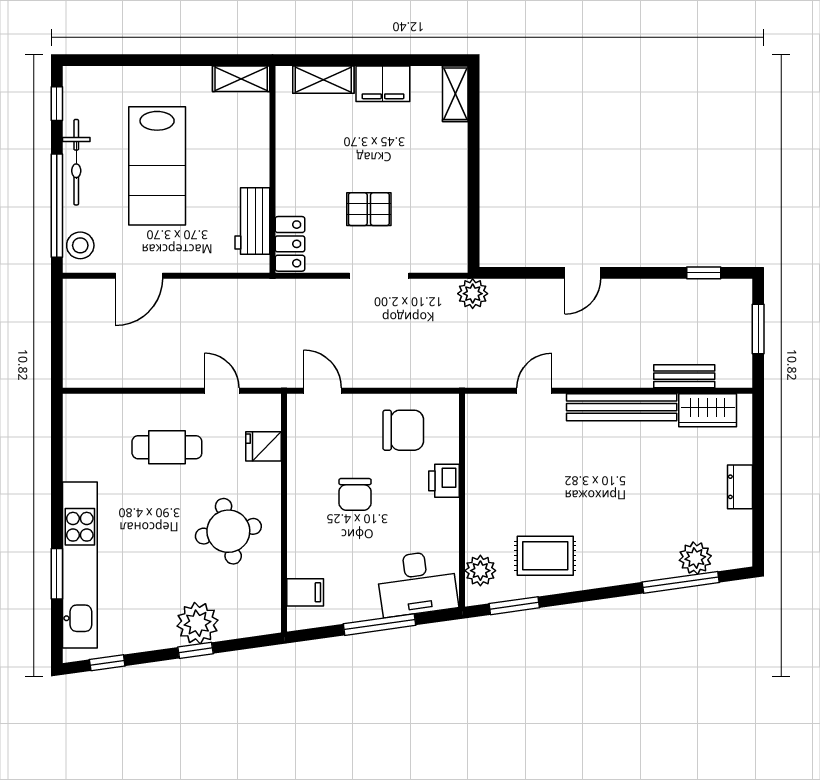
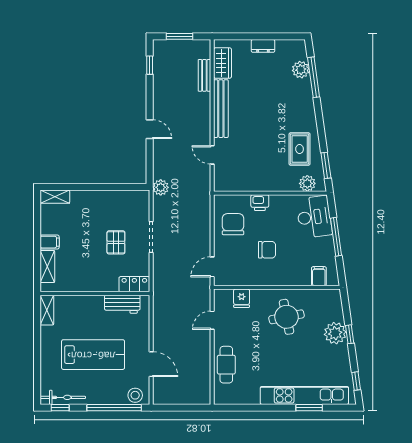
filing cabinet: (383, 84) -> (50, 242), width x0.50
bicycle: (76, 162) -> (63, 397), moved
cafe table: (167, 447) -> (226, 365), moved

